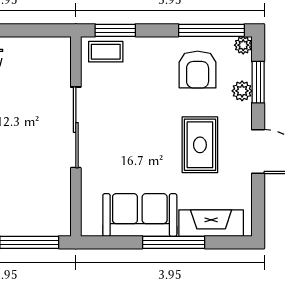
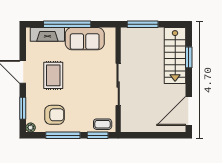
window: (211, 30) -> (63, 135), moved
armchair: (198, 70) -> (54, 115), turned 90
plant: (242, 91) -> (31, 104), removed
window: (174, 242) -> (67, 24), width x1.46

